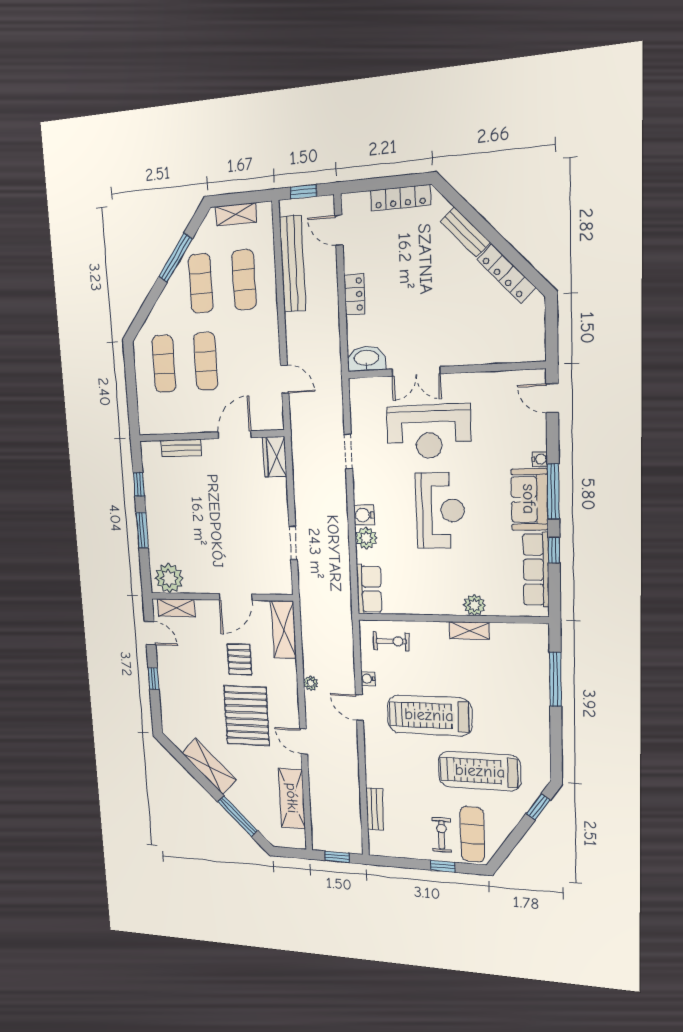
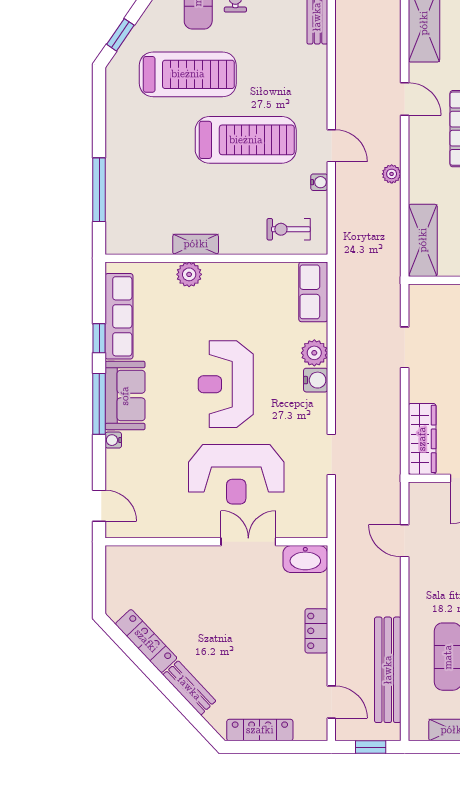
reception desk: (429, 432) -> (236, 474), turned 180
wardrobe: (275, 457) -> (422, 439), width x1.50

